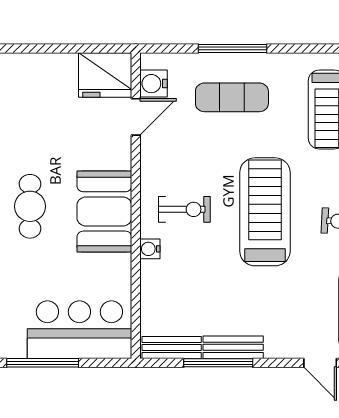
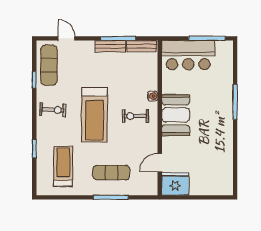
water cooler: (153, 84) -> (151, 180), removed
cafe table: (30, 206) -> (213, 118), removed

